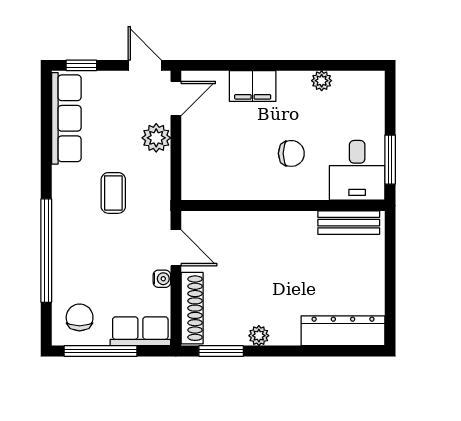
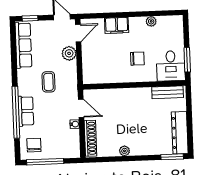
row of seats: (140, 331) -> (26, 111), moved, turned 90
dresser: (343, 331) -> (180, 133), moved, turned -90
window: (221, 351) -> (172, 157), moved

